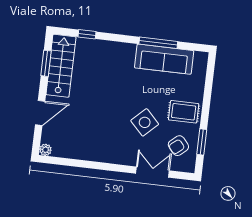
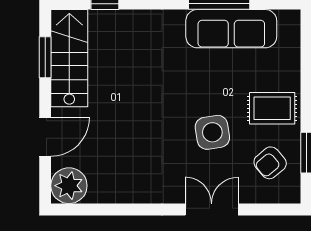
side table: (145, 122) -> (212, 132), turned 35
plant: (45, 150) -> (69, 186), width x1.88, depth x1.88
double door: (152, 172) -> (212, 209), moved

